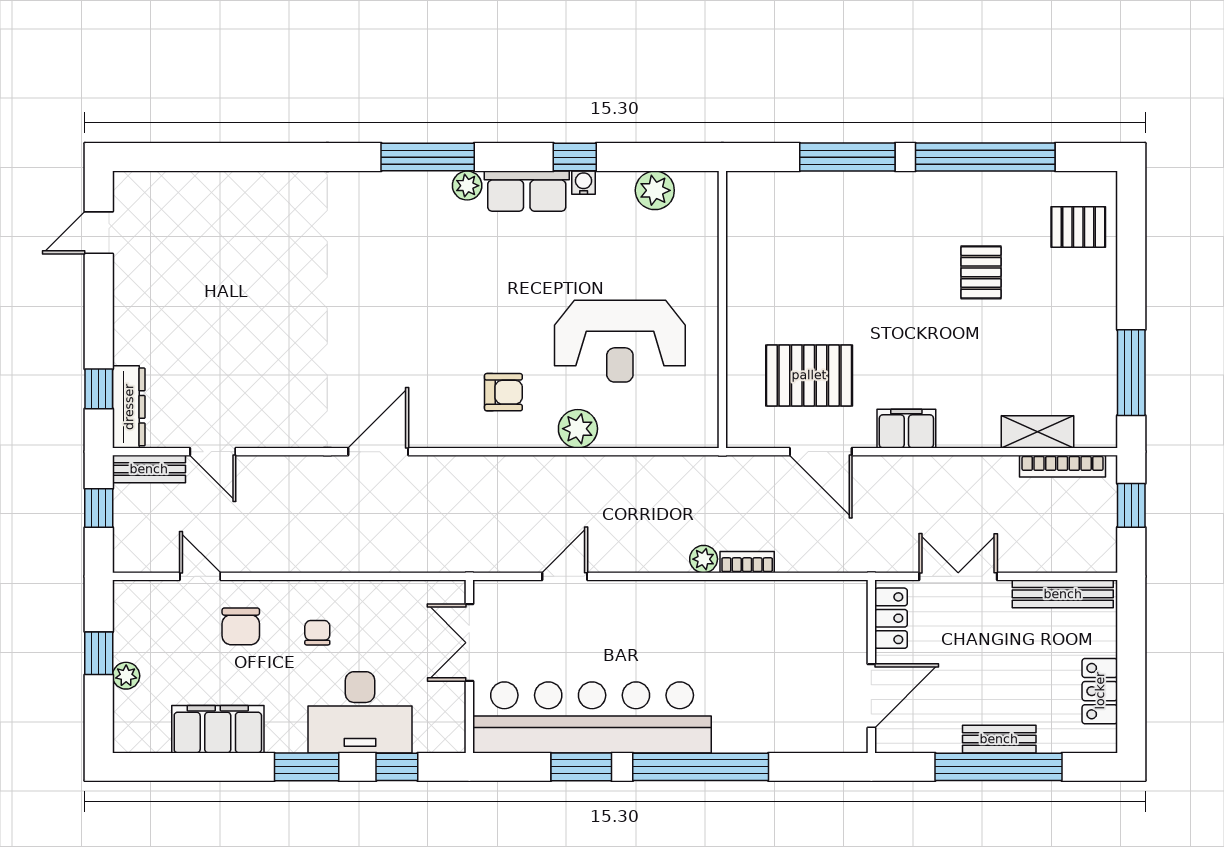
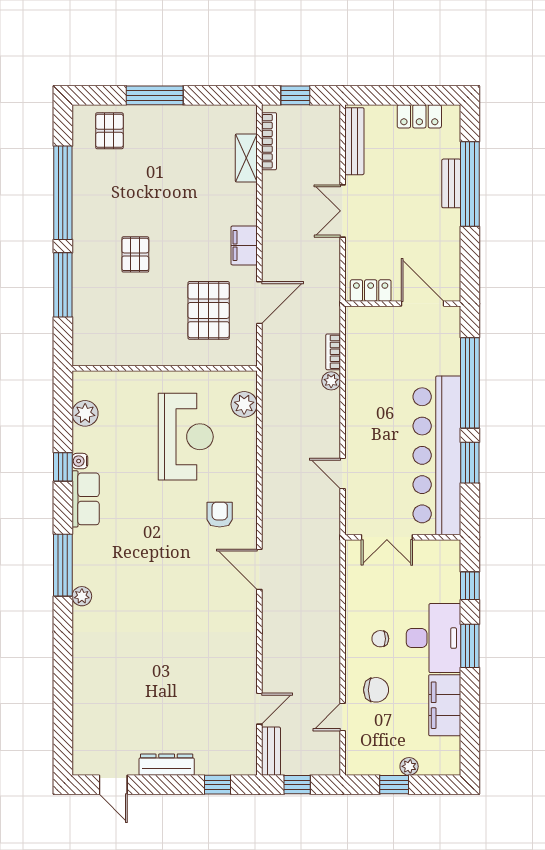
plant: (467, 186) -> (82, 596), moved
pallet: (981, 272) -> (135, 254), moved, turned 90
window: (1131, 373) -> (155, 95), moved
dresser: (129, 407) -> (167, 765), moved
plant: (578, 429) -> (244, 404), moved
door: (378, 452) -> (259, 569), moved
locker: (891, 618) -> (371, 290), moved
wall: (871, 666) -> (403, 304), moved
door: (871, 696) -> (422, 304), moved
desk: (360, 712) -> (433, 638), moved

